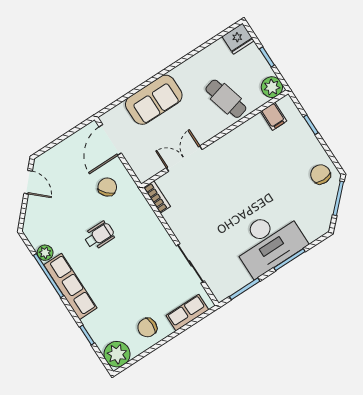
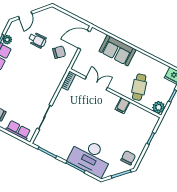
filing cabinet: (274, 116) -> (123, 106), moved
door: (28, 182) -> (25, 15), moved
wheelchair: (99, 235) -> (37, 40), moved
desk: (268, 242) -> (90, 157), moved

